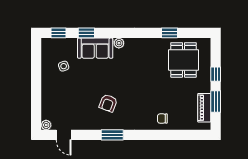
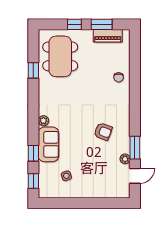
dining table: (183, 60) -> (60, 56), width x1.38
plant: (46, 125) -> (125, 159), moved
window: (112, 135) -> (135, 148), moved

